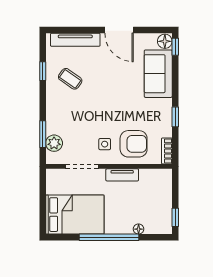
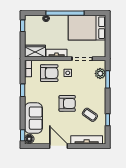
armchair: (106, 96) -> (67, 103), added
armchair: (134, 144) -> (49, 73), turned 180
wardrobe: (156, 178) -> (35, 51), added

